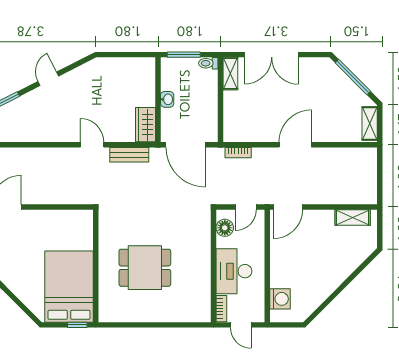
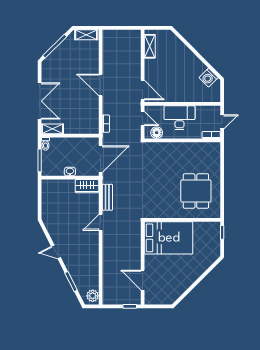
dining table: (145, 268) -> (196, 191), moved
desk: (234, 271) -> (179, 118), moved, turned 180
bed: (69, 287) -> (169, 238), moved, turned 180
washing machine: (280, 299) -> (209, 78), moved, turned -135

